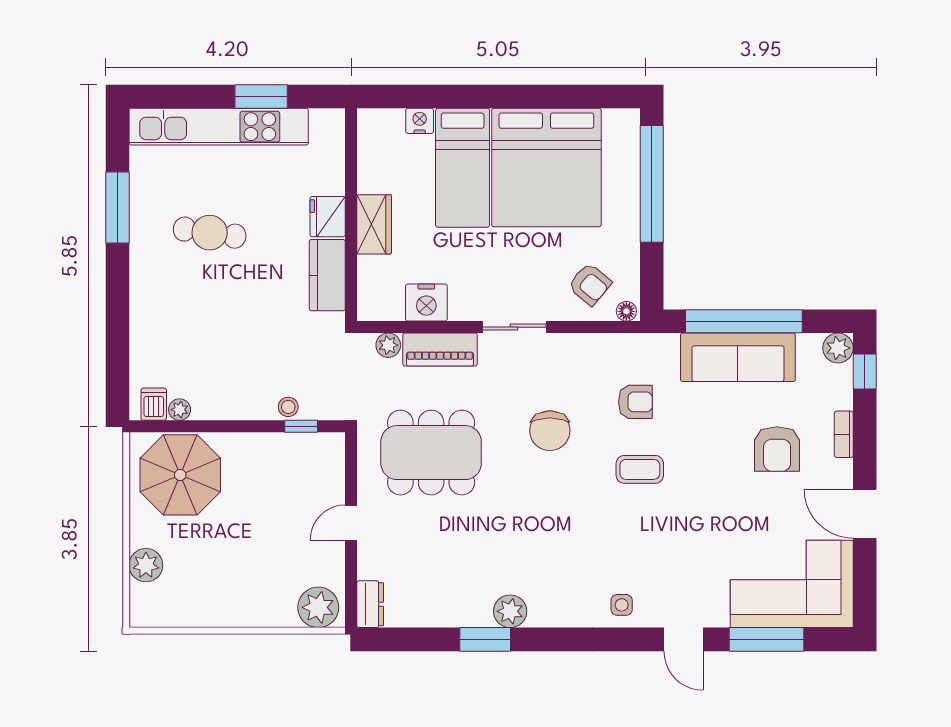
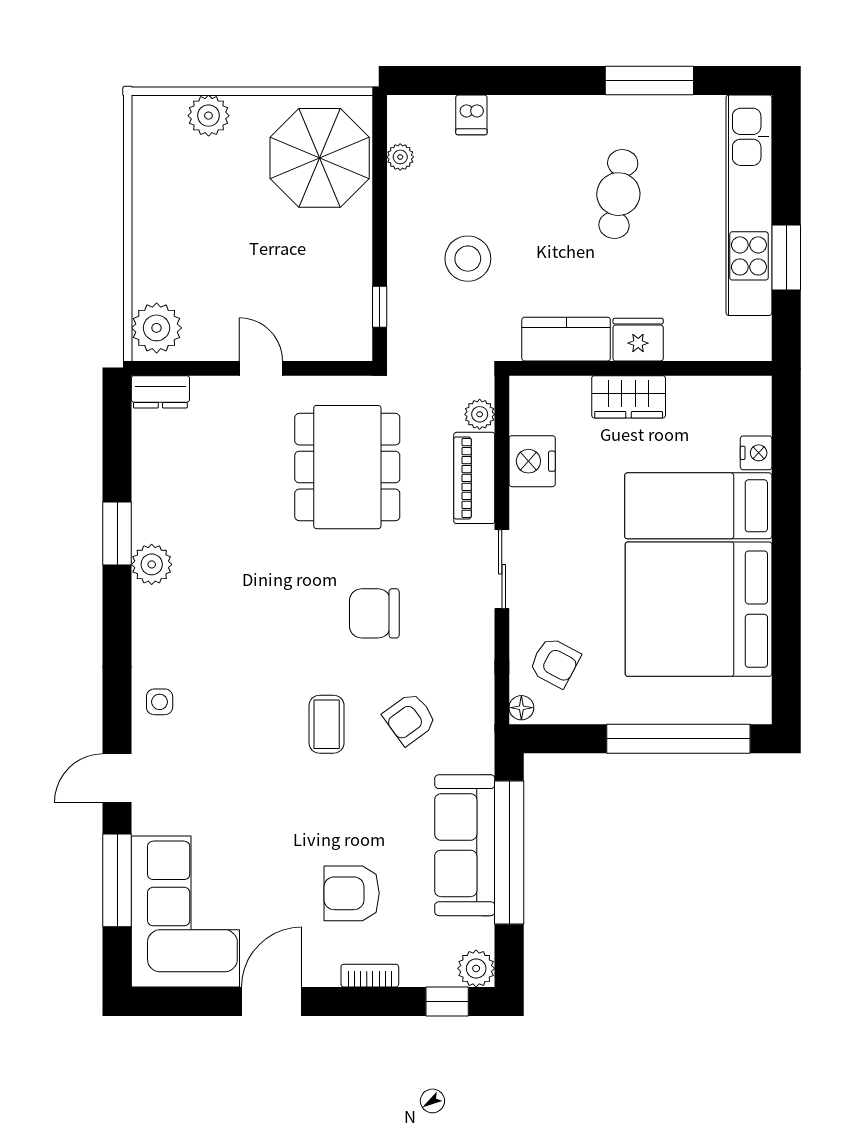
armchair: (590, 284) -> (555, 663), turned -102
armchair: (635, 402) -> (410, 719), turned 54
dishwasher: (154, 404) -> (471, 115), moved, turned 90
stool: (288, 407) -> (468, 259), moved, width x1.89, depth x1.89

